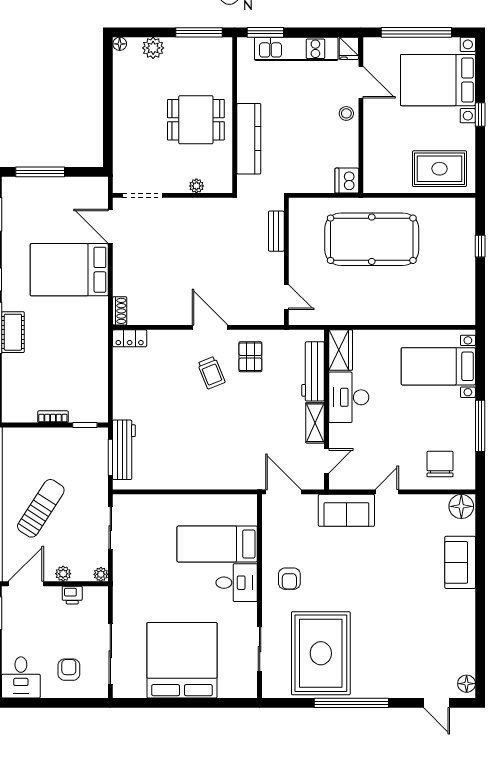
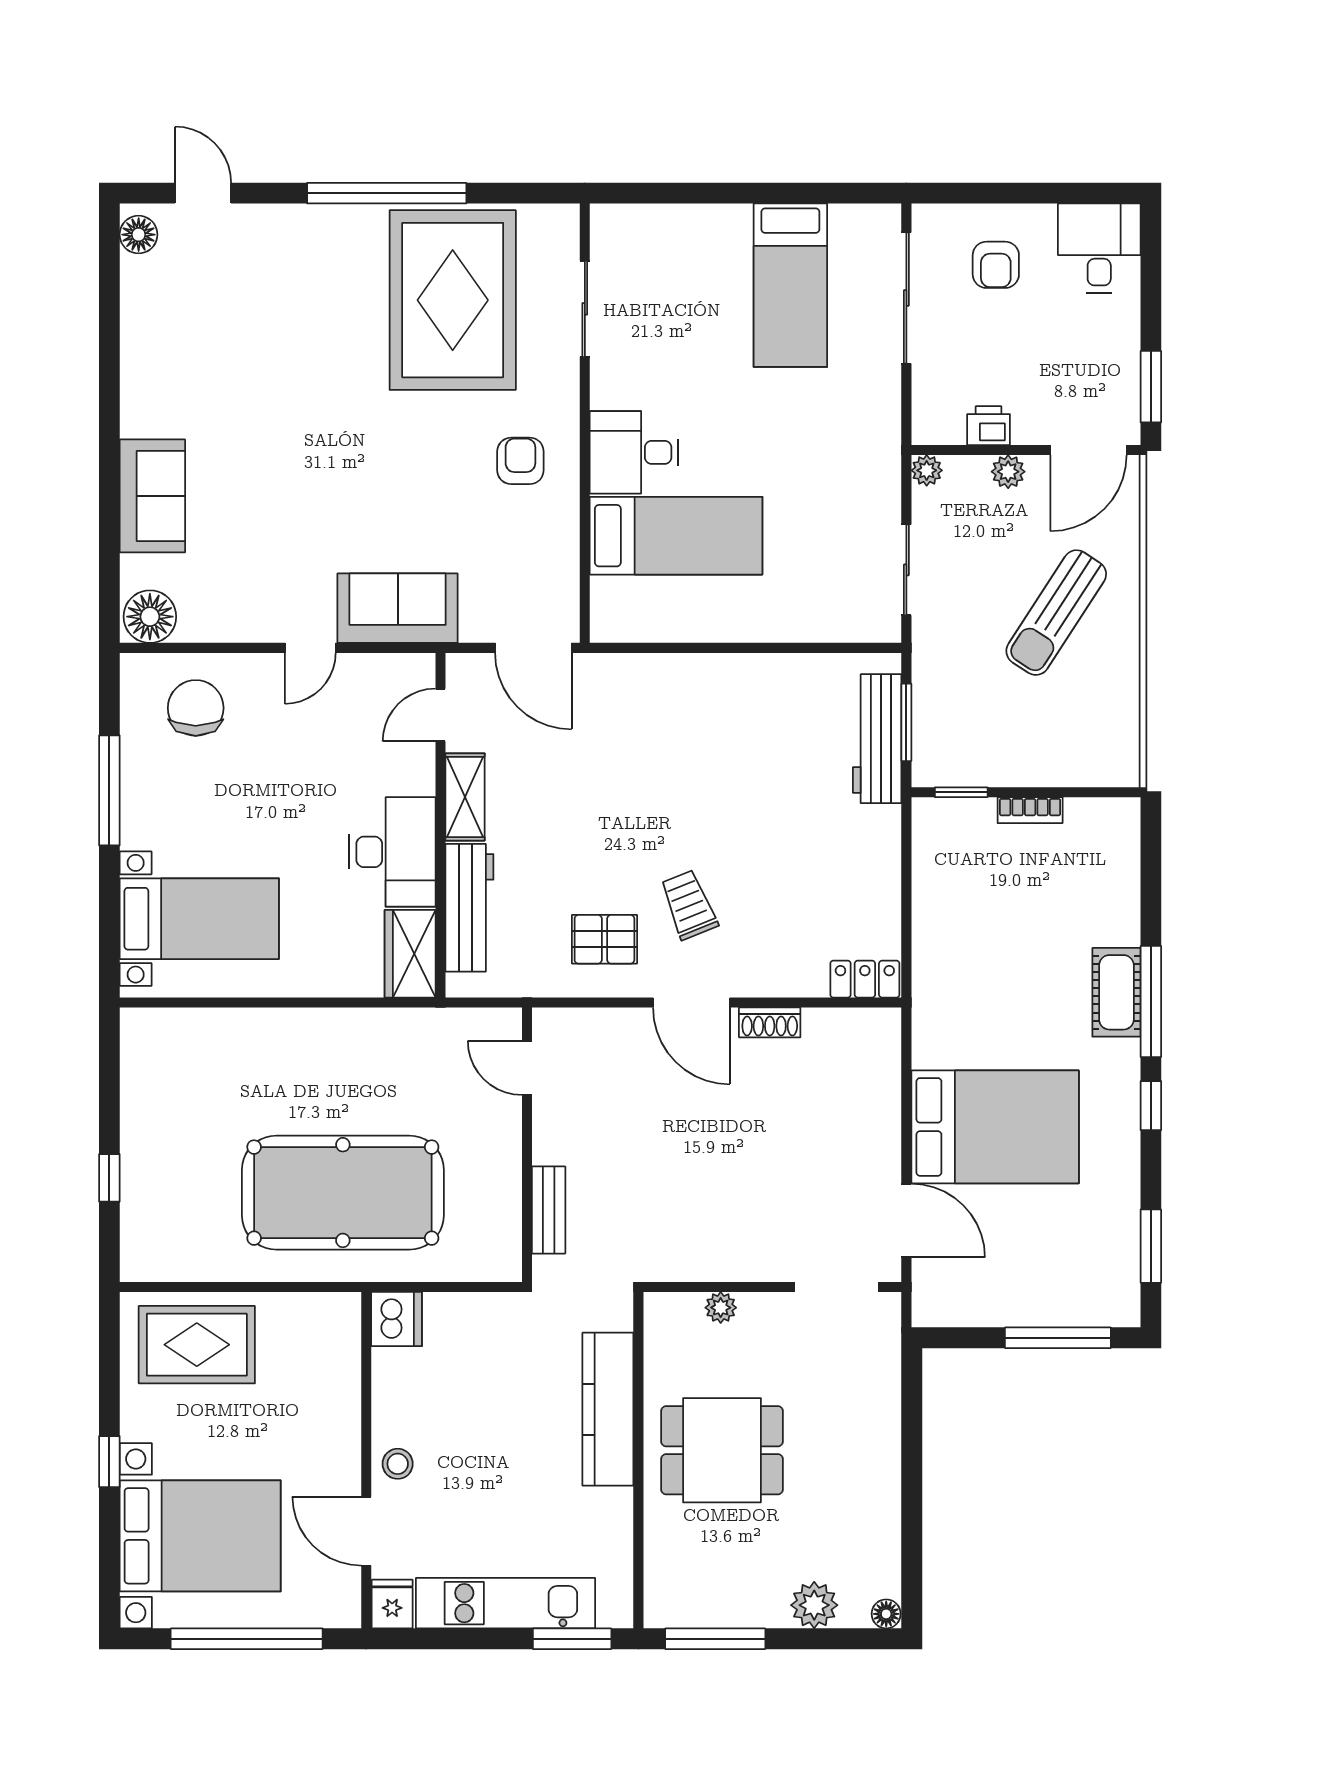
shoe rack: (120, 311) -> (770, 1022), moved, turned -90
pallet: (250, 357) -> (604, 939), turned 90
chair: (440, 464) -> (196, 708), turned 180
bed: (182, 660) -> (790, 285), width x0.49

